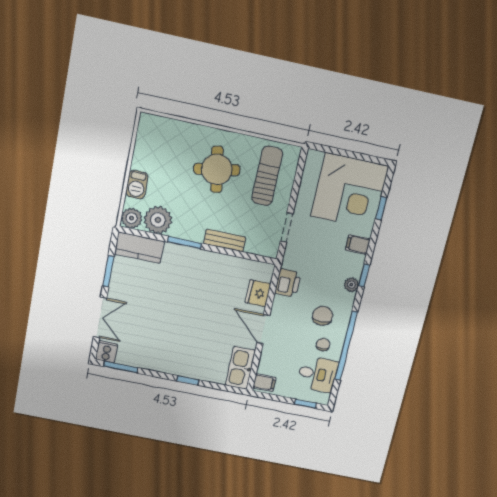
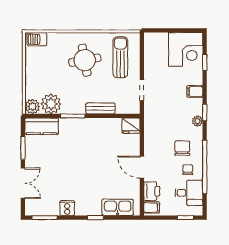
barbecue: (137, 185) -> (37, 39), moved, turned 90
corner desk: (349, 191) -> (186, 49), width x0.74, depth x0.74
printer: (288, 283) -> (152, 191), moved
fridge: (258, 293) -> (131, 126), moved, turned -90
cooker: (107, 352) -> (67, 208), moved
kitchen sink: (240, 368) -> (118, 207), moved, turned 90

